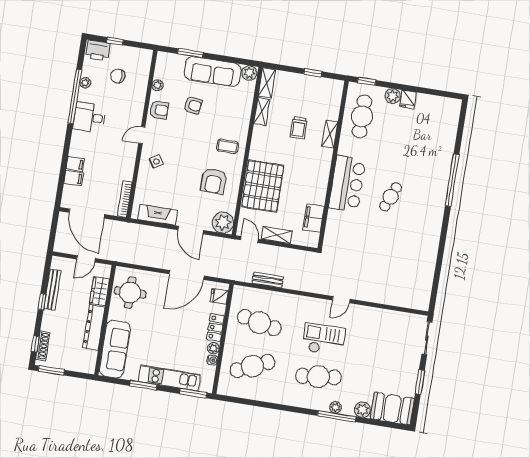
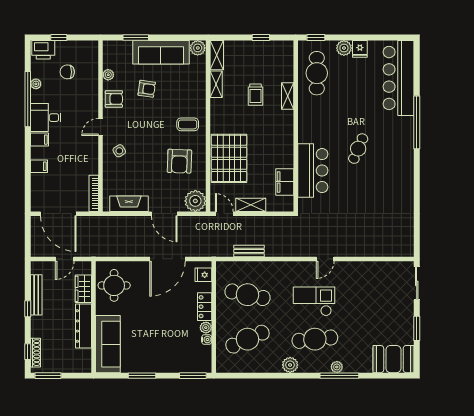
bar counter: (441, 134) -> (399, 78), added
filing cabinet: (74, 178) -> (40, 140), moved
bar counter: (347, 184) -> (313, 171), moved
kitchen unit: (169, 378) -> (167, 364), removed
plant: (362, 410) -> (290, 365), moved

